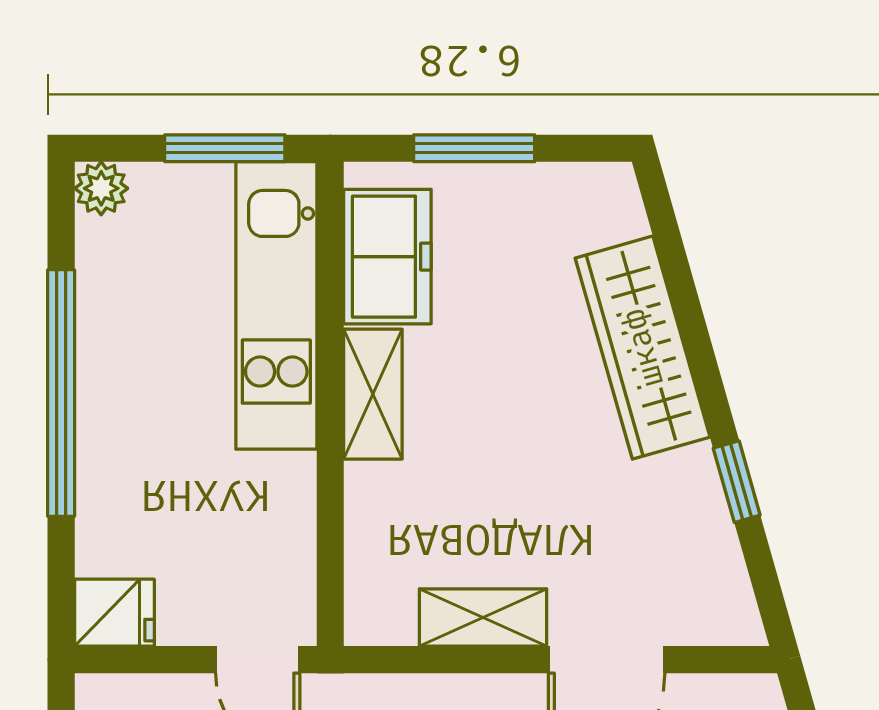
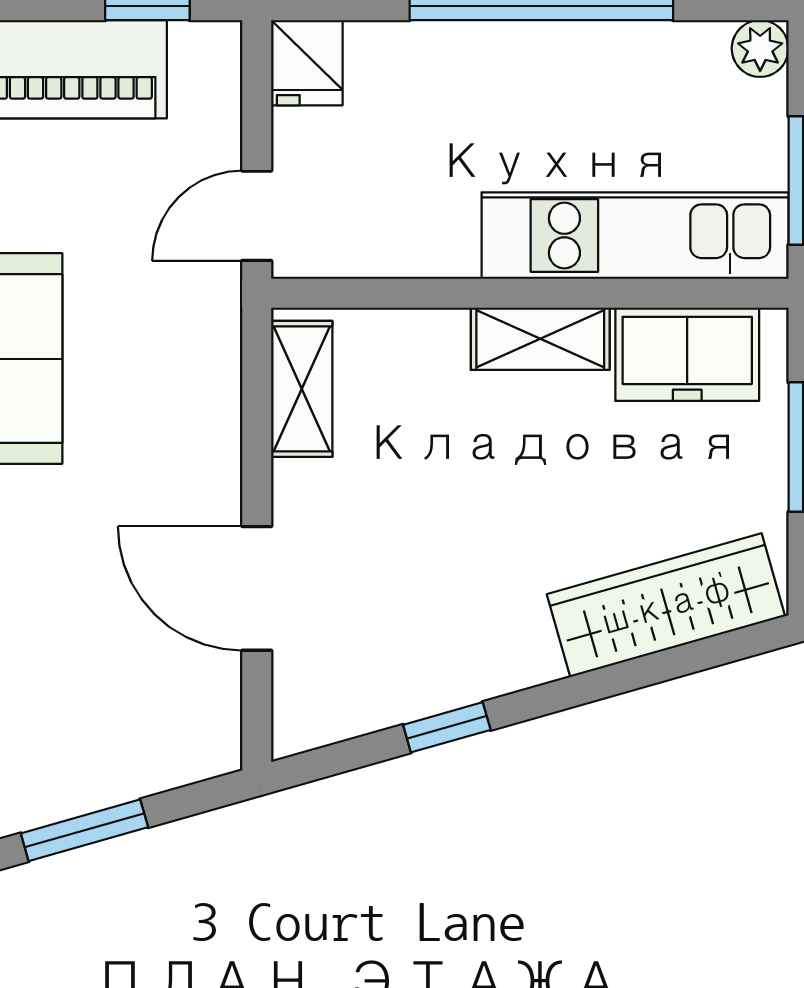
wardrobe: (643, 348) -> (666, 605), moved
shelving: (483, 617) -> (302, 389), moved

